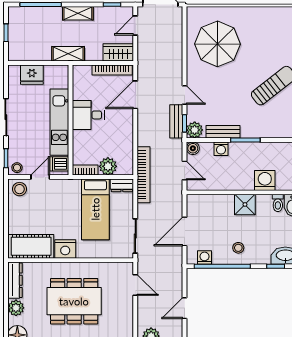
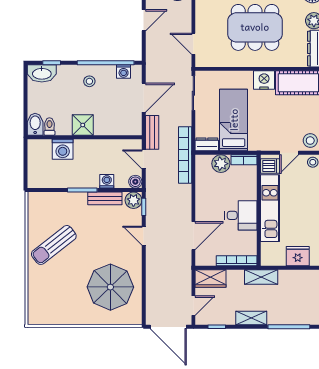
bookcase: (112, 70) -> (237, 261), moved
bench: (176, 121) -> (152, 132), moved

